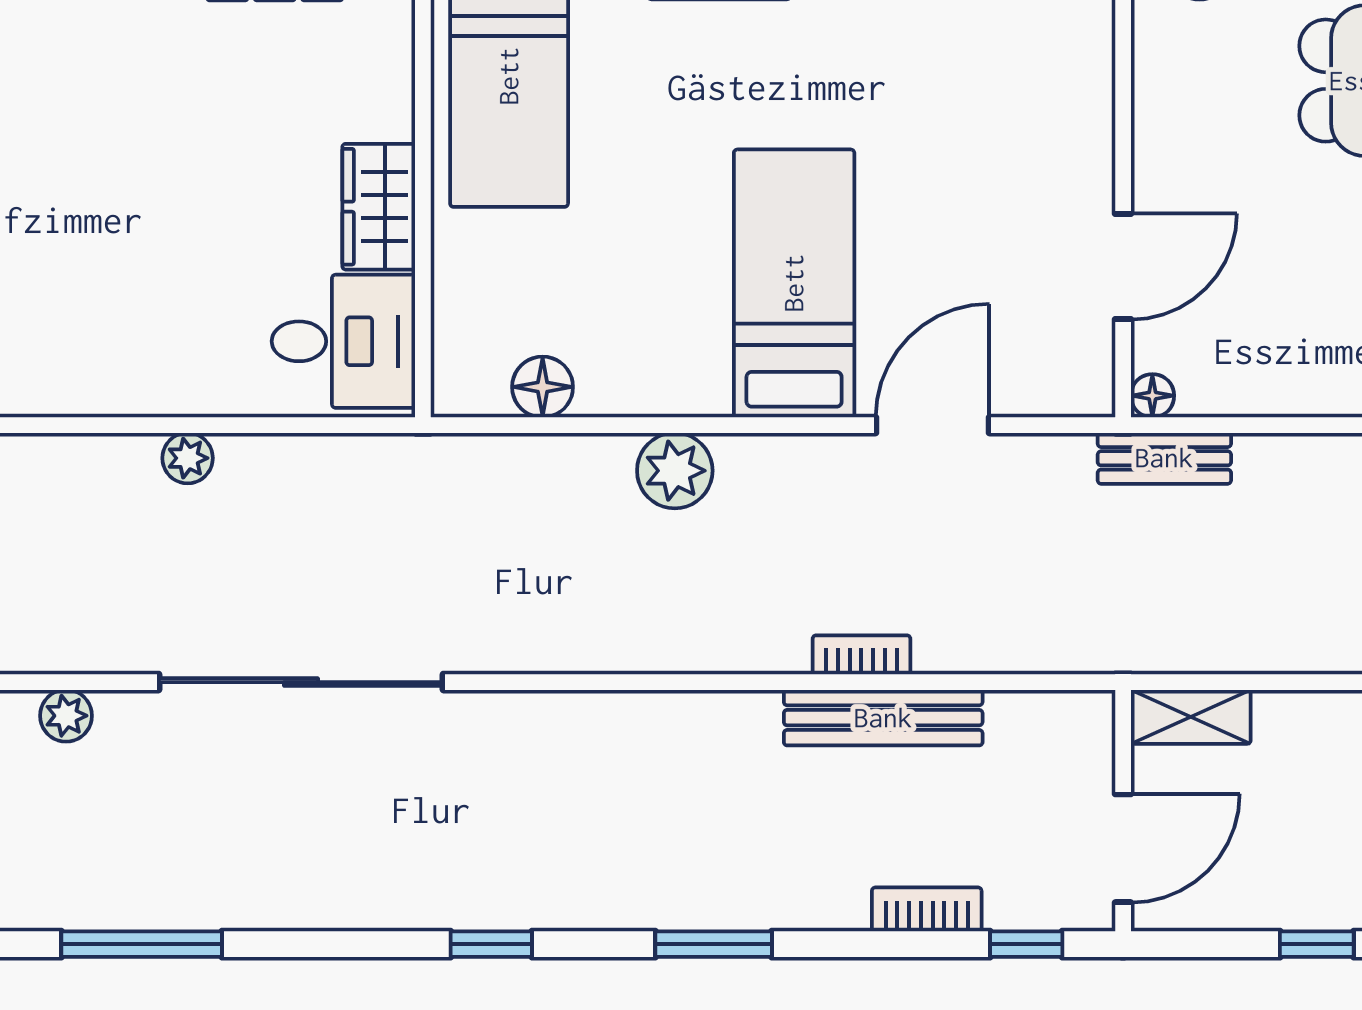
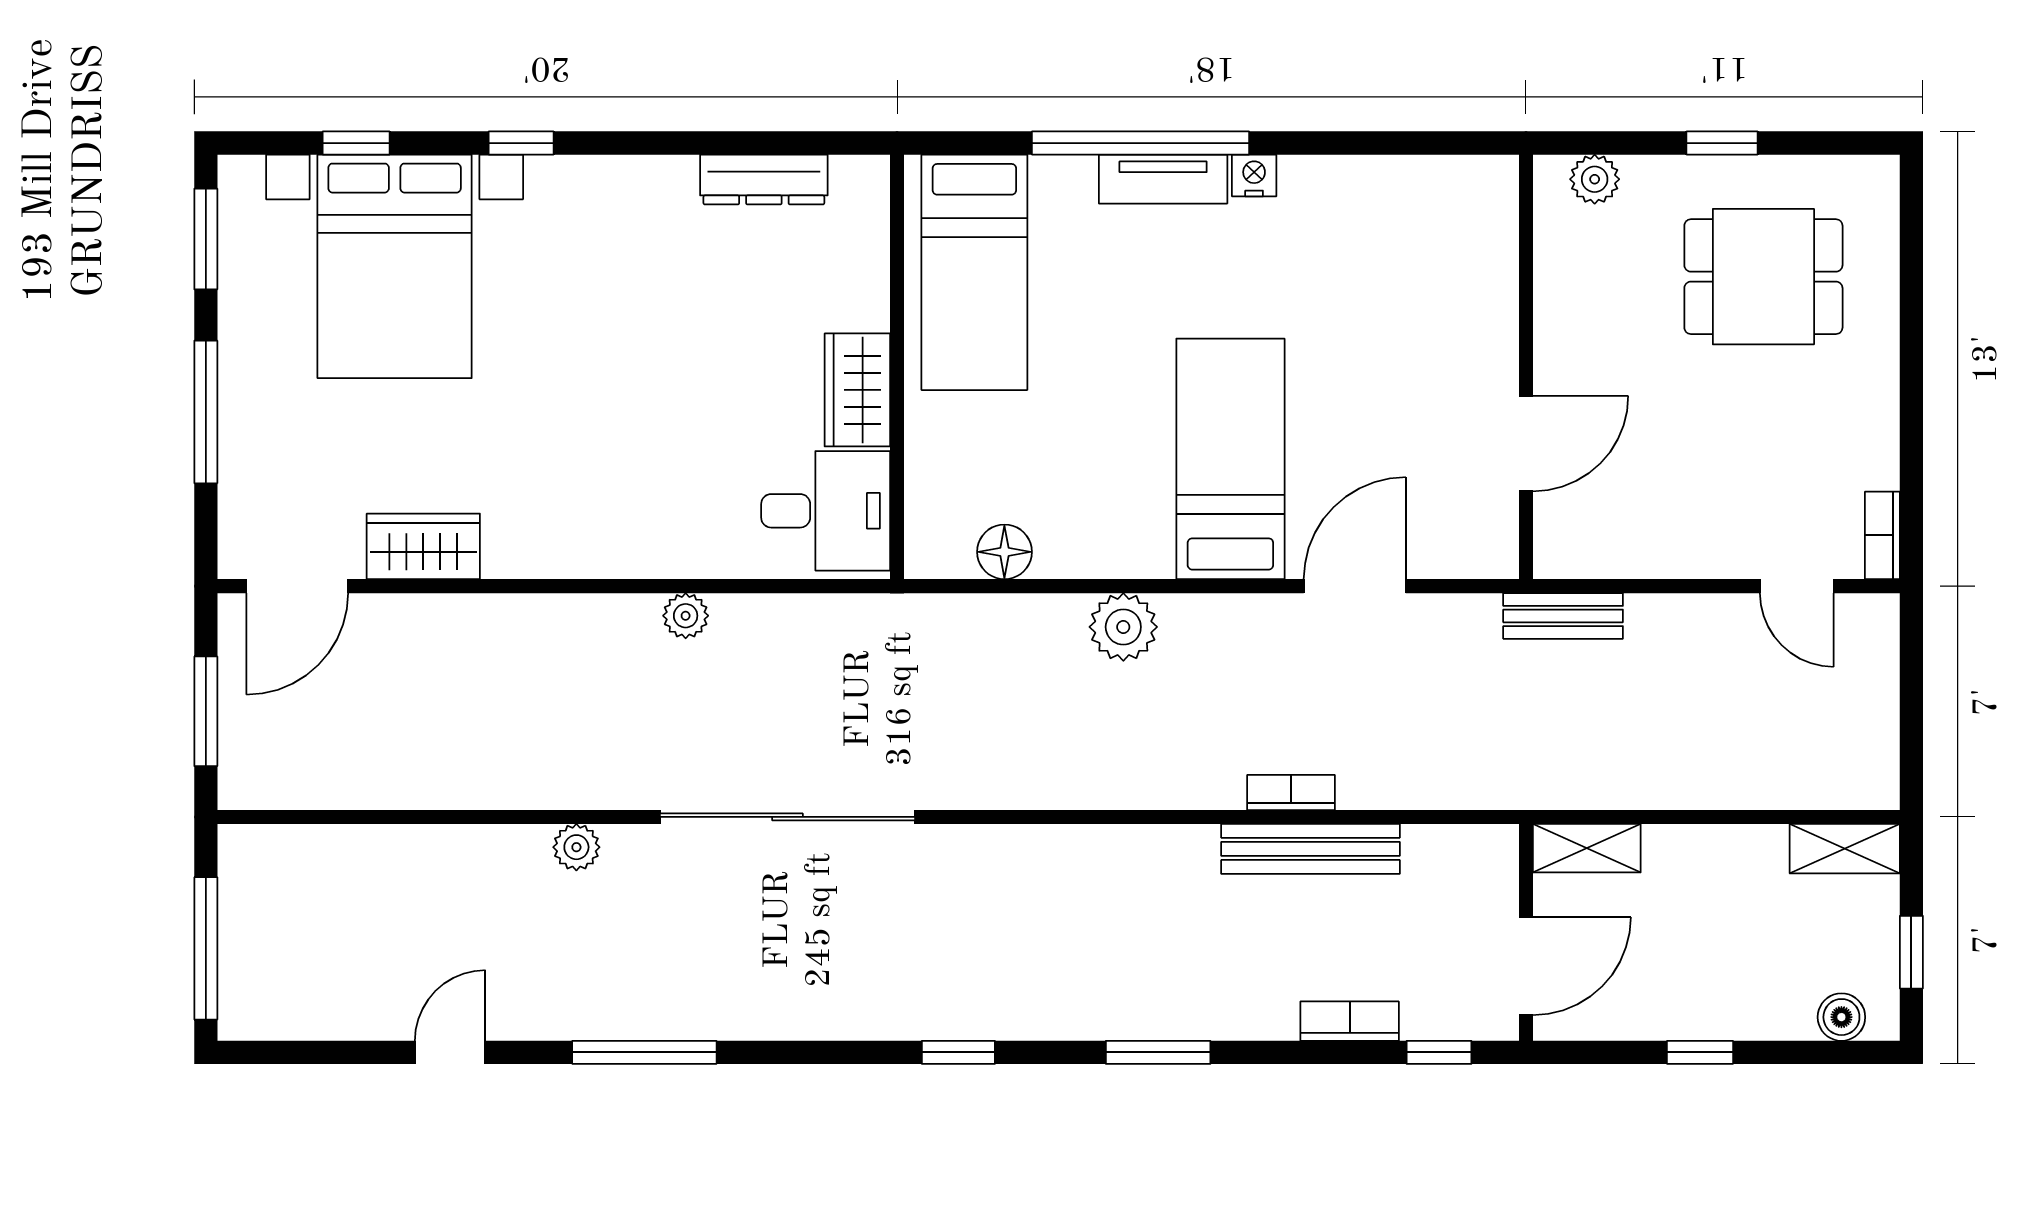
floor lamp: (1152, 396) -> (1552, 560), removed

